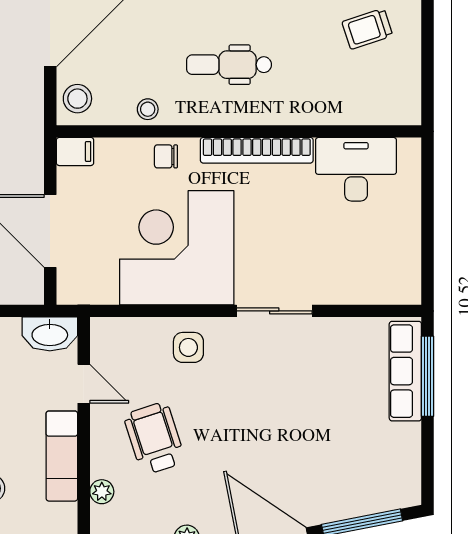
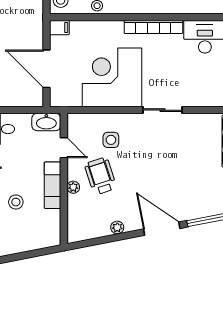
chair: (166, 156) -> (106, 30), removed
side table: (188, 347) -> (111, 140), moved
plant: (102, 492) -> (73, 187), moved

